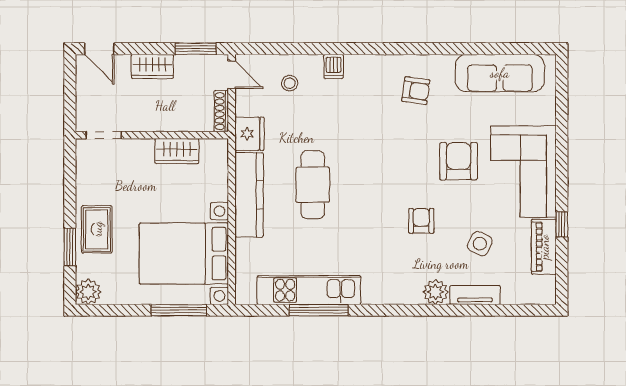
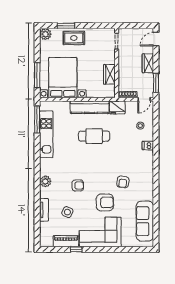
armchair: (416, 91) -> (123, 182), moved
plant: (436, 292) -> (45, 181), moved
window: (319, 310) -> (37, 120), moved

